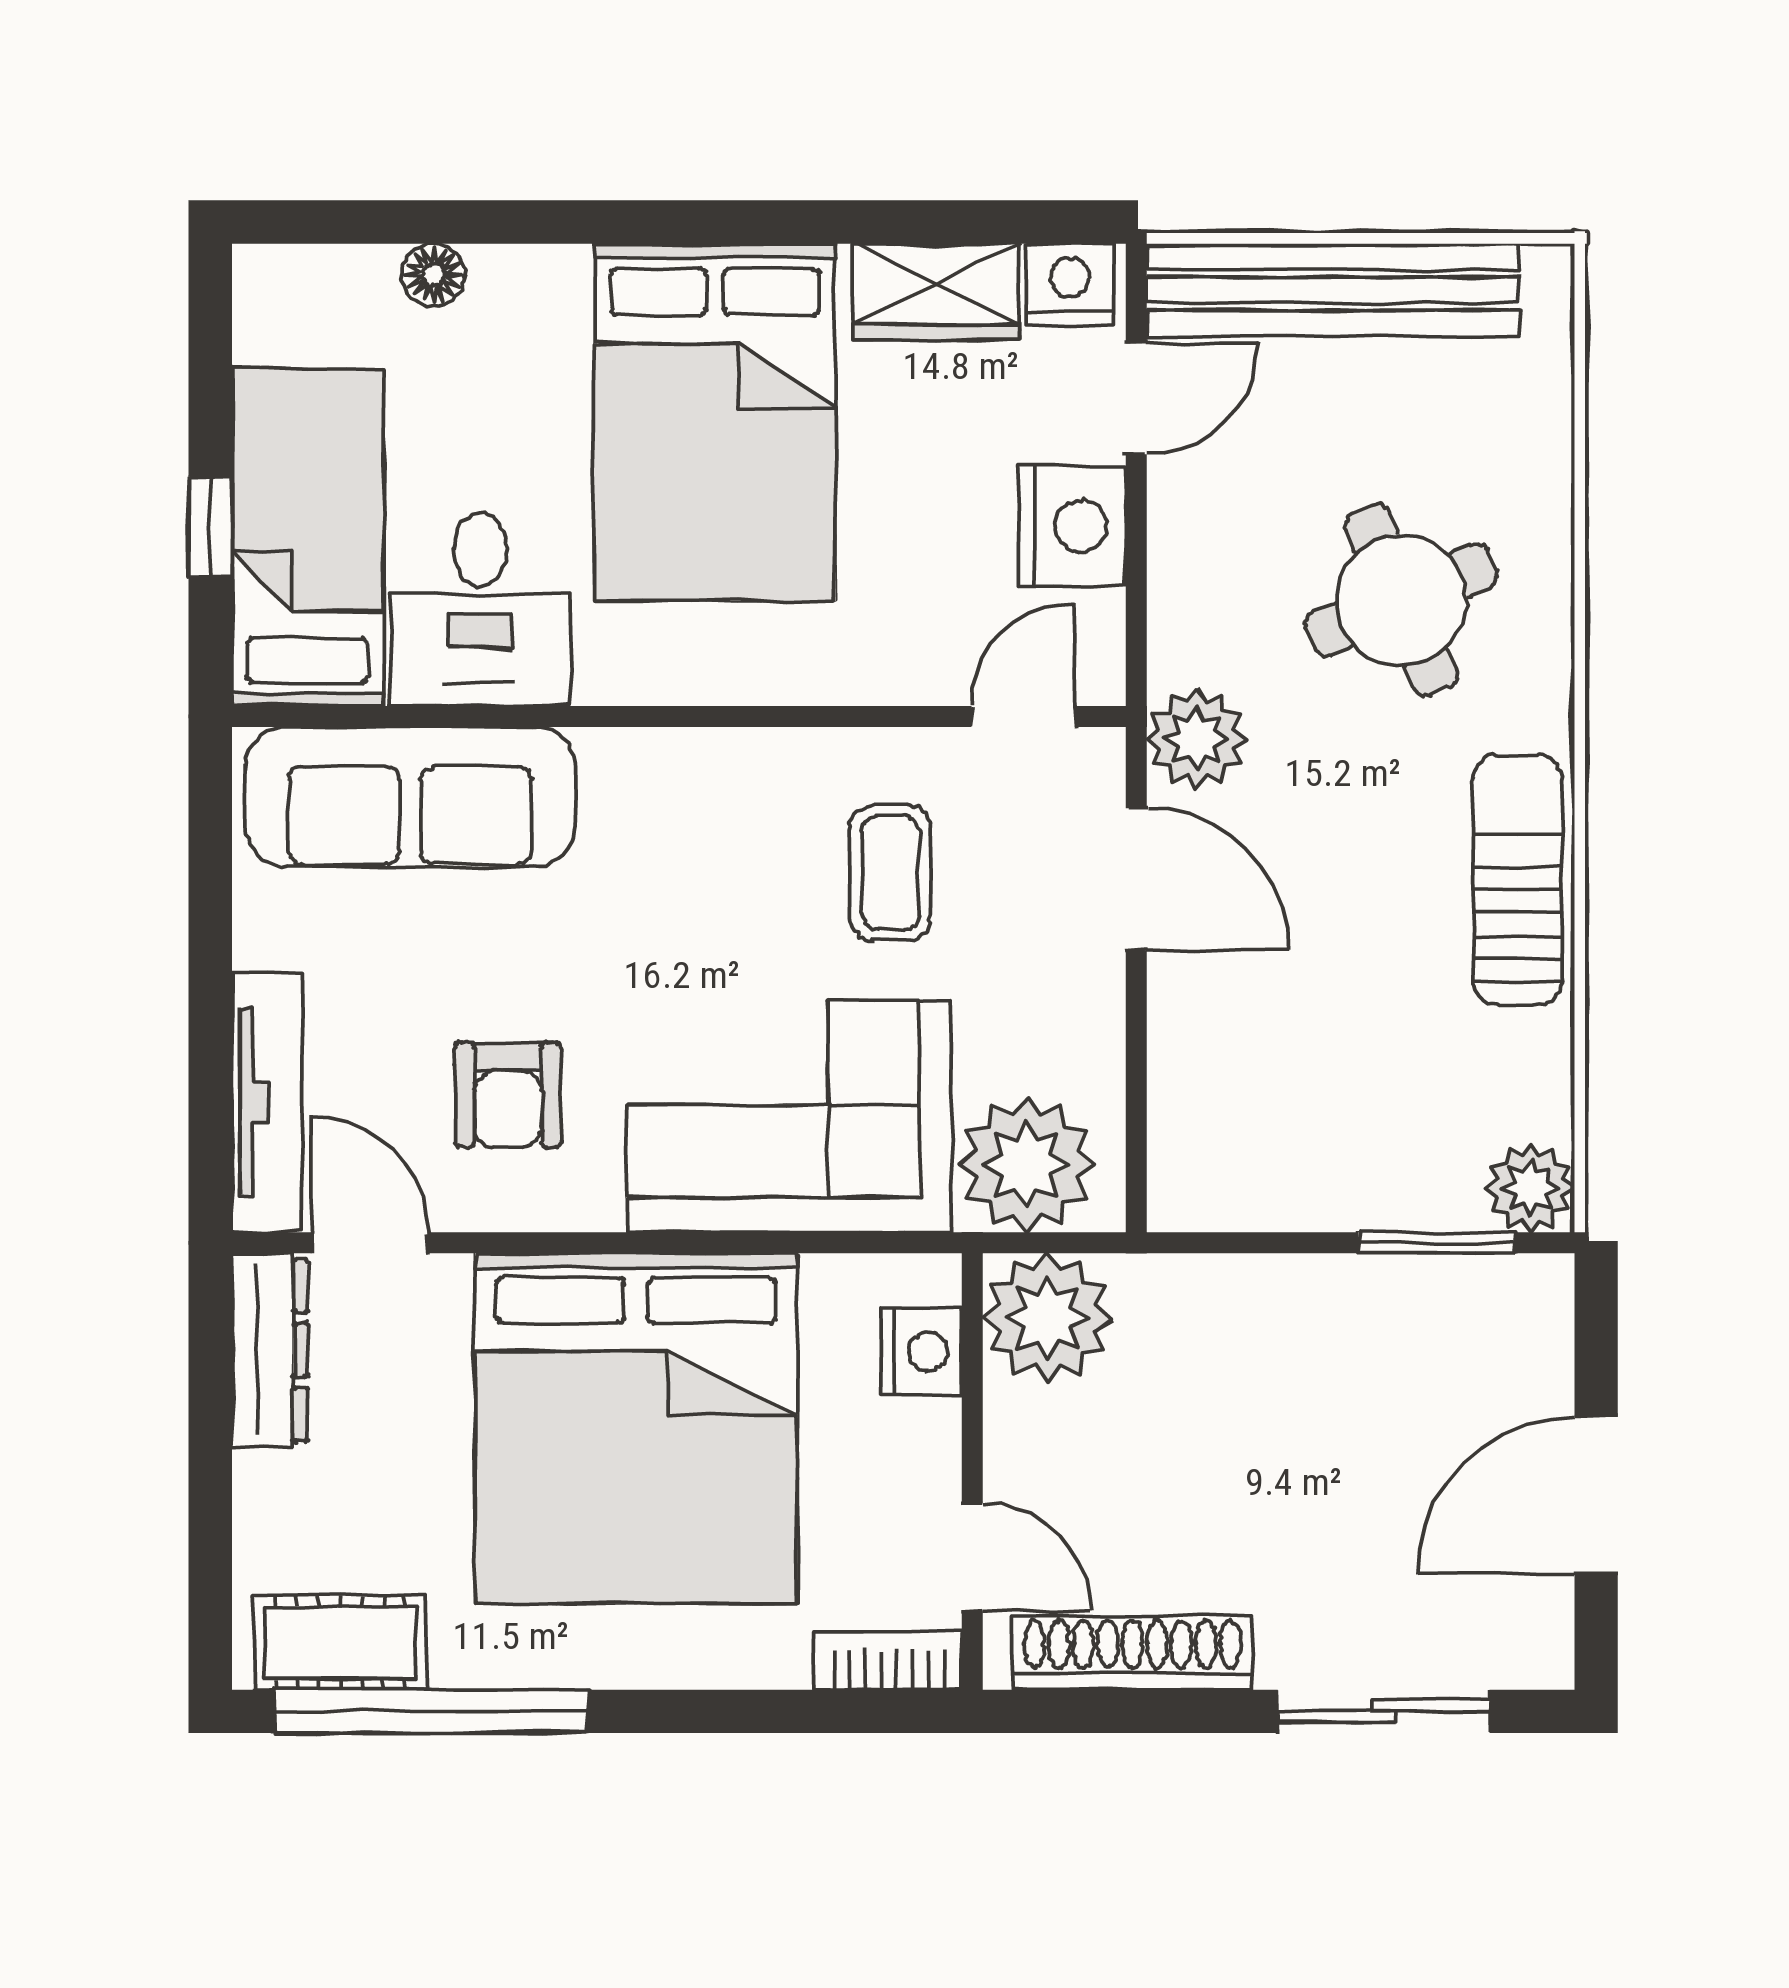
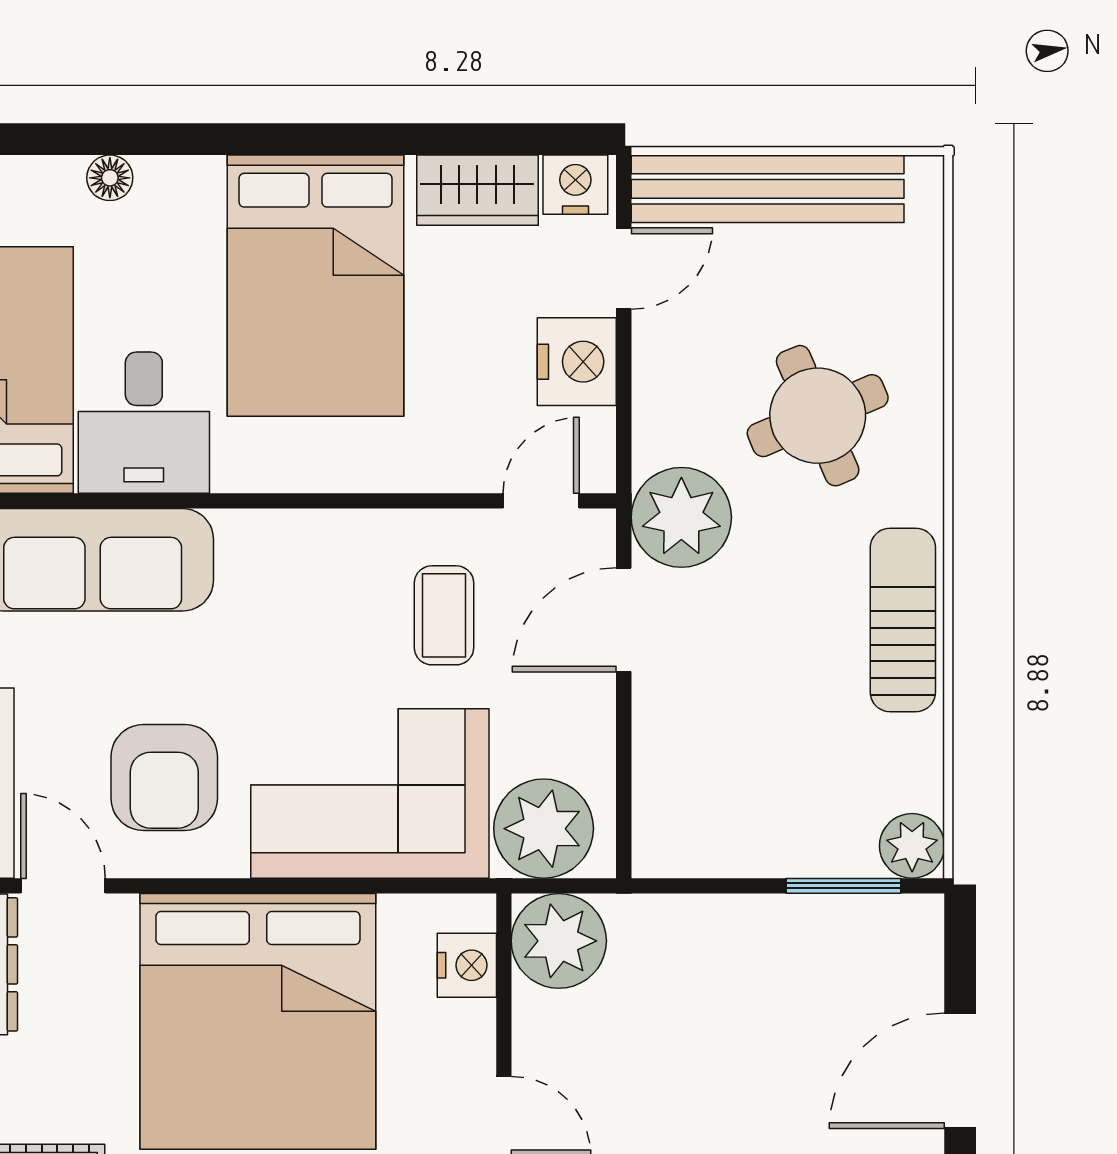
plant: (1197, 739) -> (681, 517), width x1.36, depth x1.36
door: (1136, 879) -> (624, 620), swing flipped
armchair: (508, 1095) -> (164, 778), width x1.38, depth x1.38

